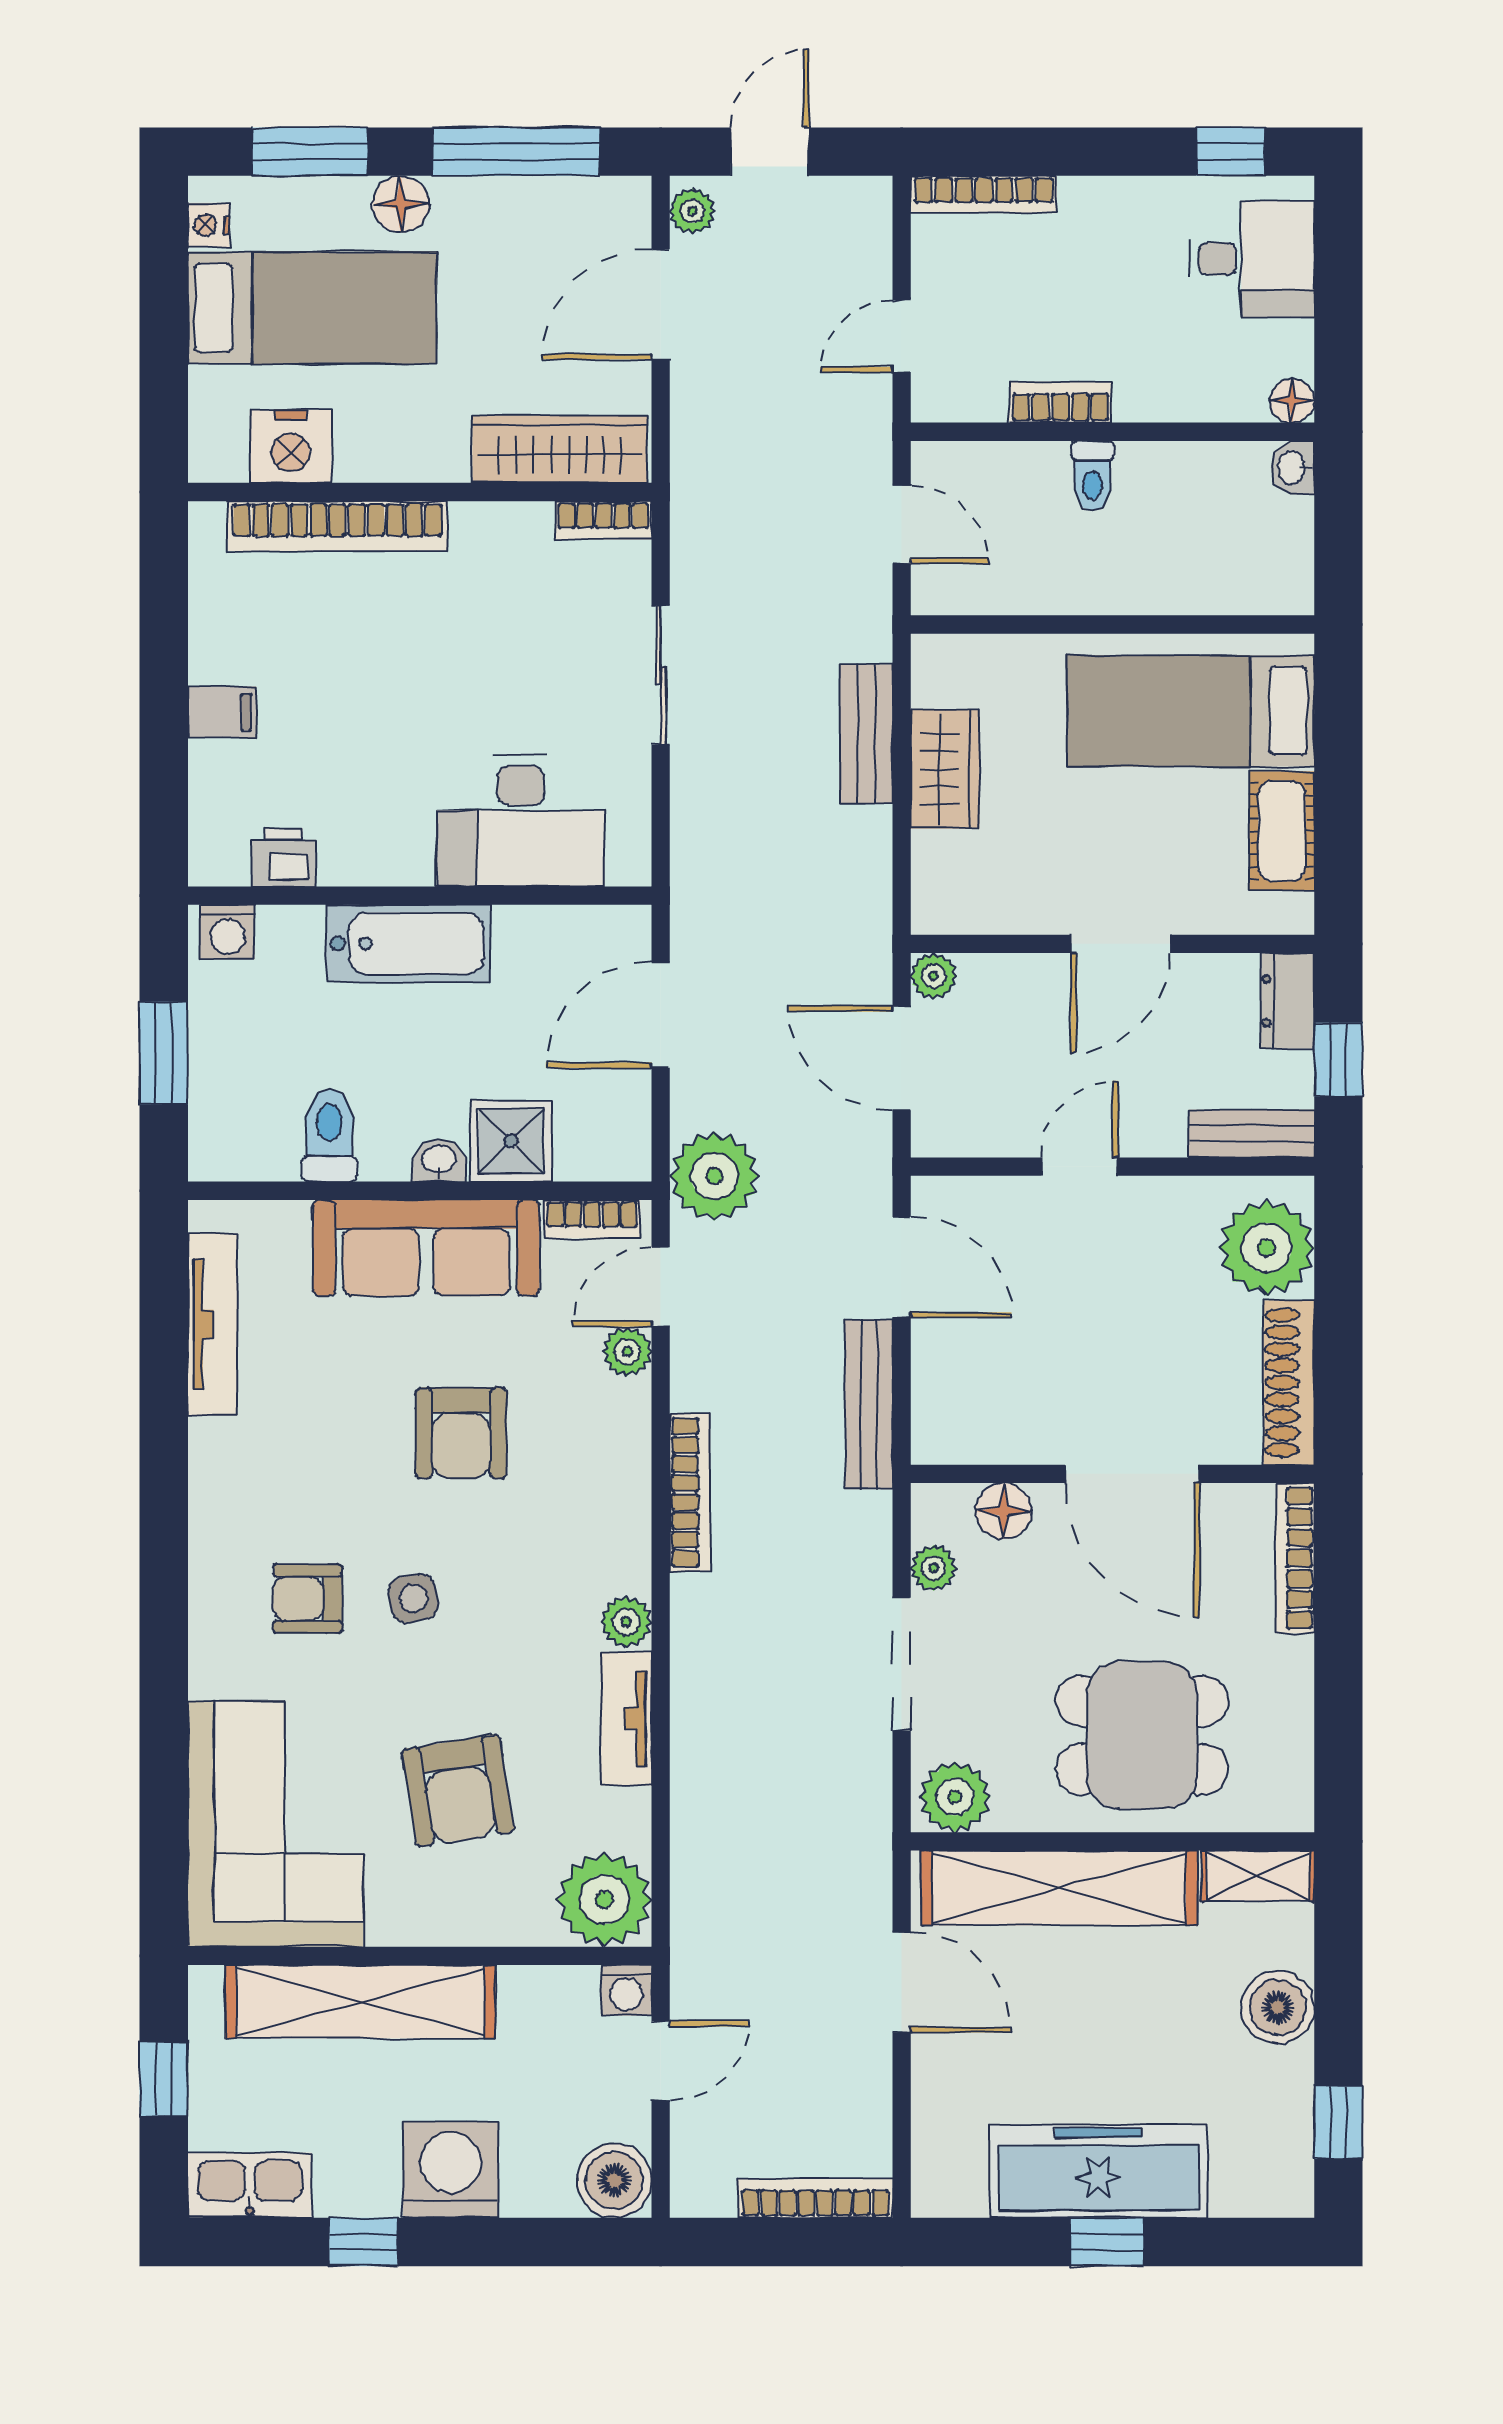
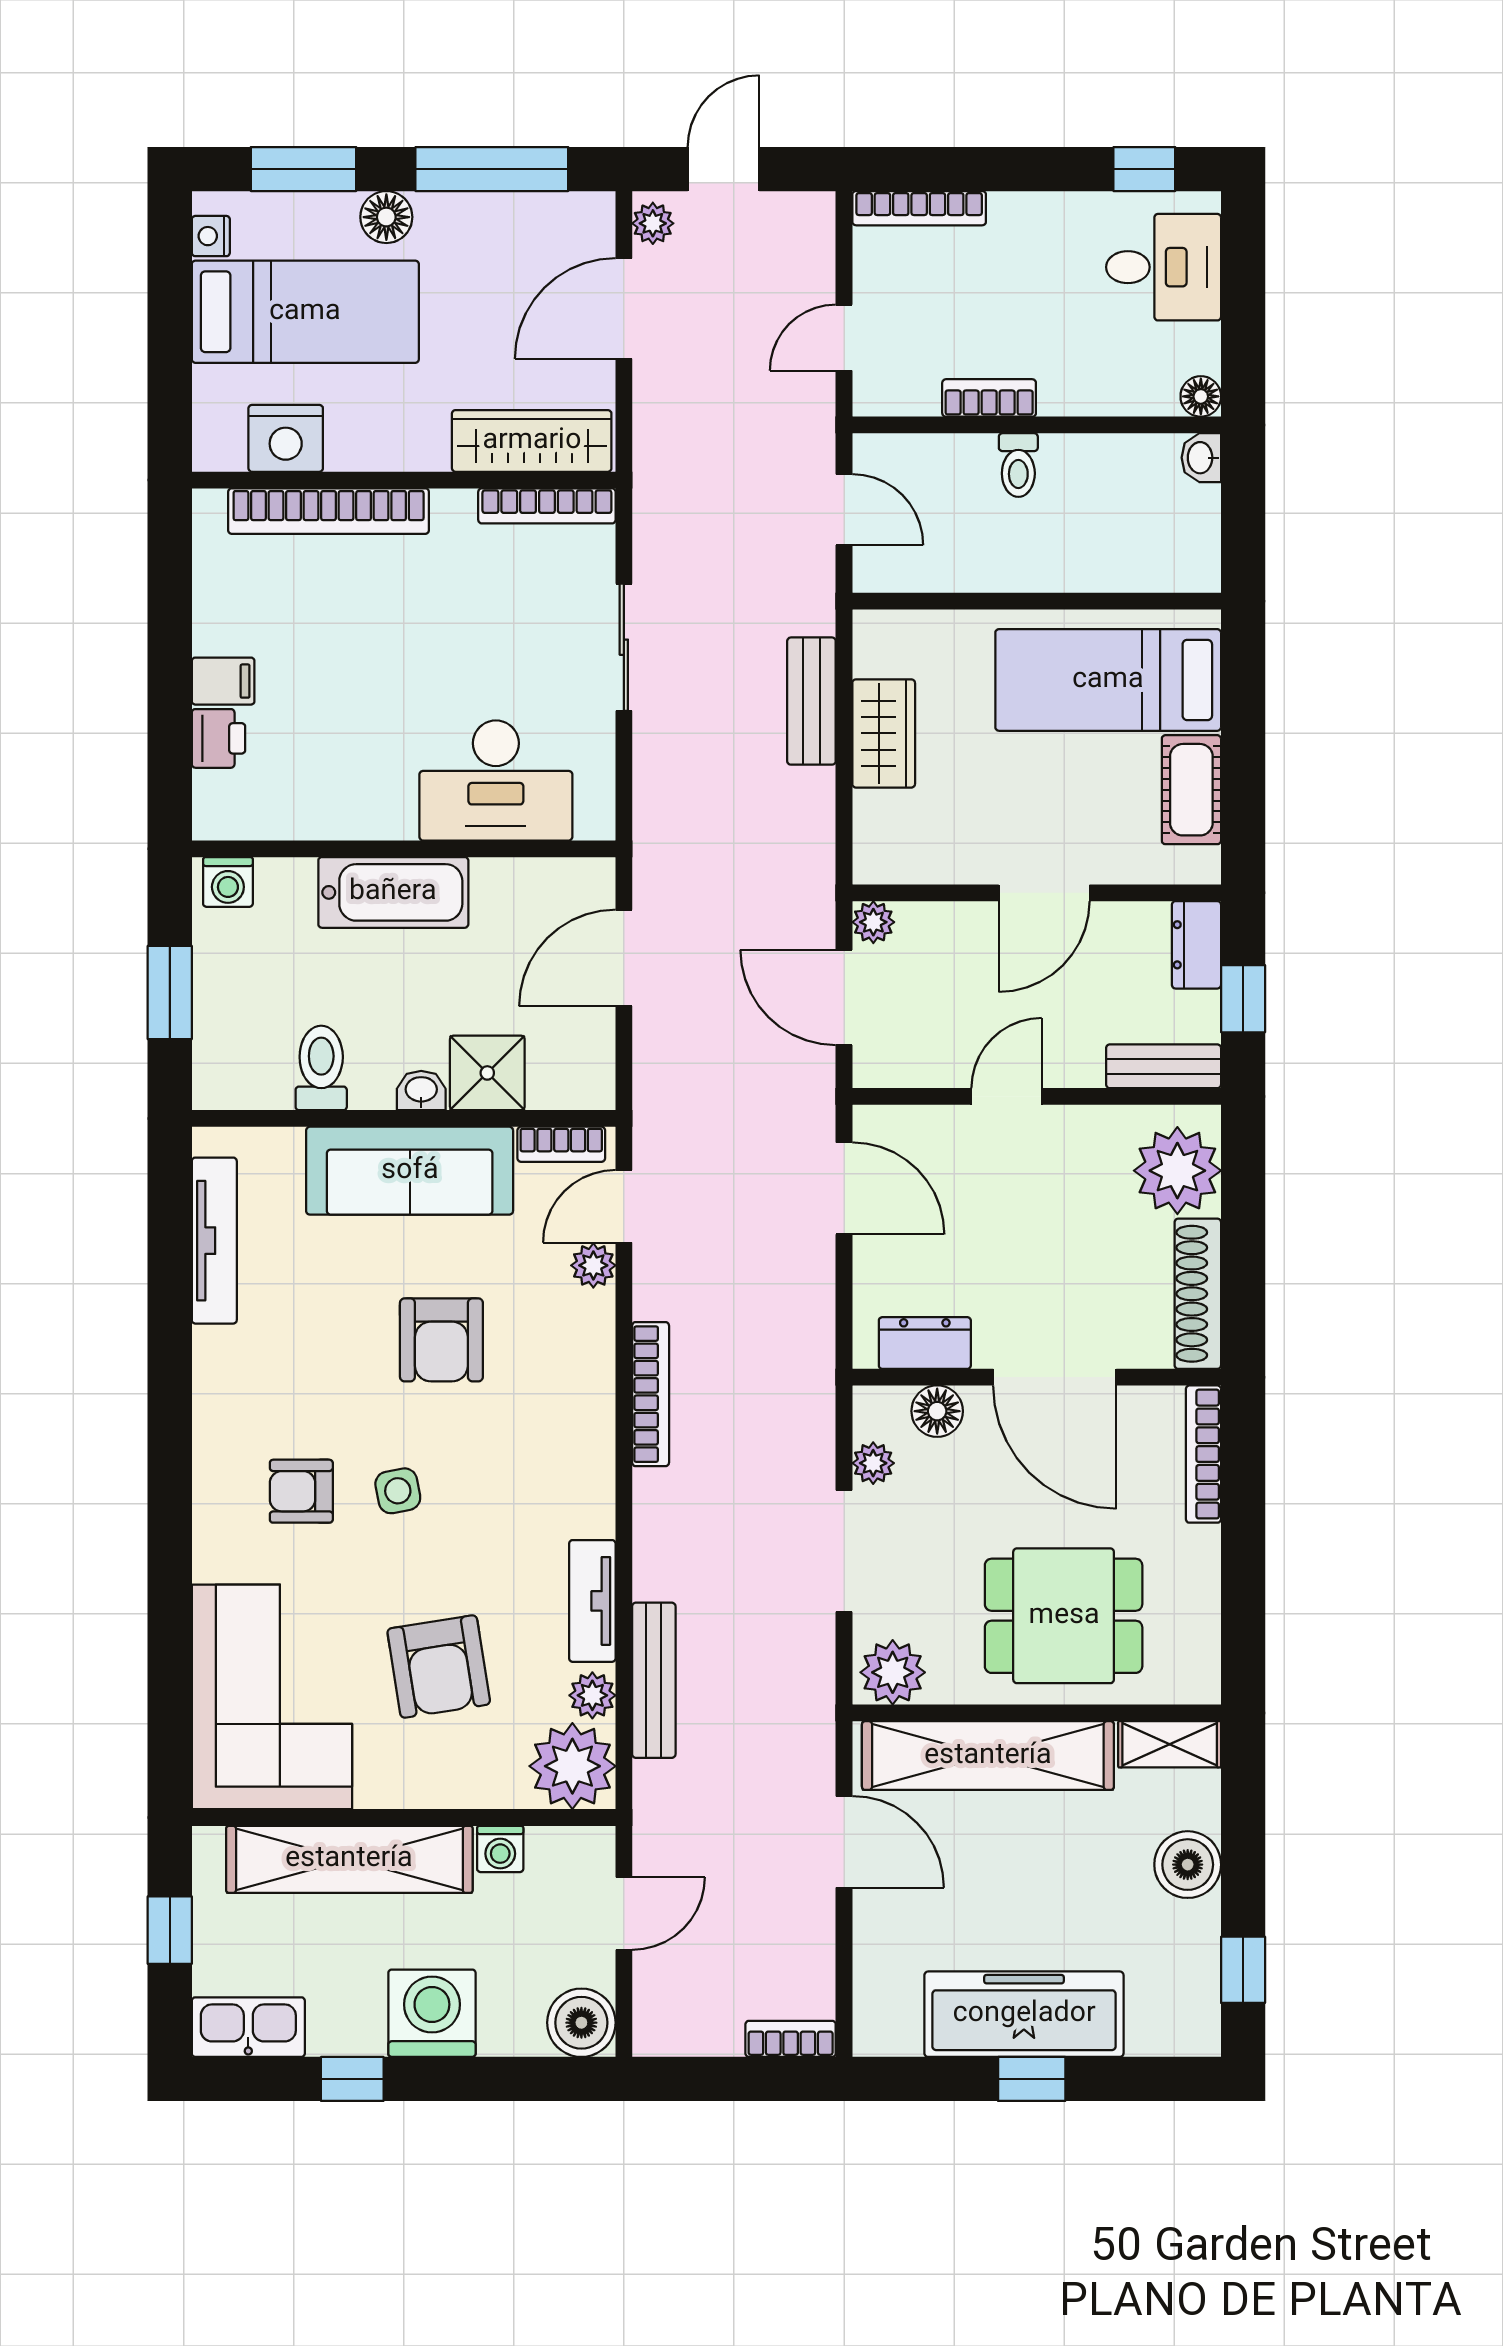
bookcase: (604, 520) -> (547, 506), width x1.56
printer: (283, 857) -> (218, 738), moved, turned 90
plant: (714, 1176) -> (673, 1105), removed
bench: (869, 1404) -> (654, 1680), moved
dresser: (990, 1437) -> (925, 1343), added
plant: (626, 1622) -> (592, 1695), moved
washing machine: (626, 1990) -> (500, 1849), moved
bookcase: (815, 2198) -> (791, 2039), width x0.64

